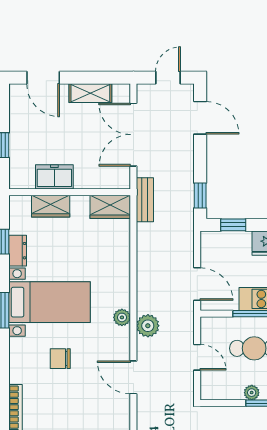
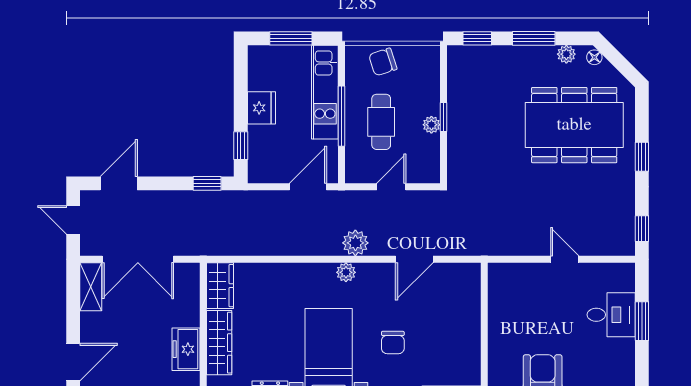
shelving: (90, 93) -> (91, 287), moved
bench: (145, 200) -> (212, 246), removed
wardrobe: (51, 206) -> (219, 343), width x1.50

